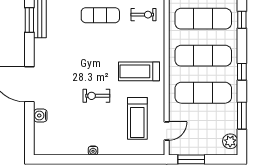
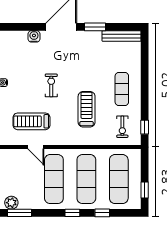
window: (29, 20) -> (95, 27), moved
window: (242, 20) -> (102, 213), moved
treadmill: (139, 71) -> (87, 109), moved
window: (242, 116) -> (19, 213), moved
door: (167, 131) -> (36, 147), moved

